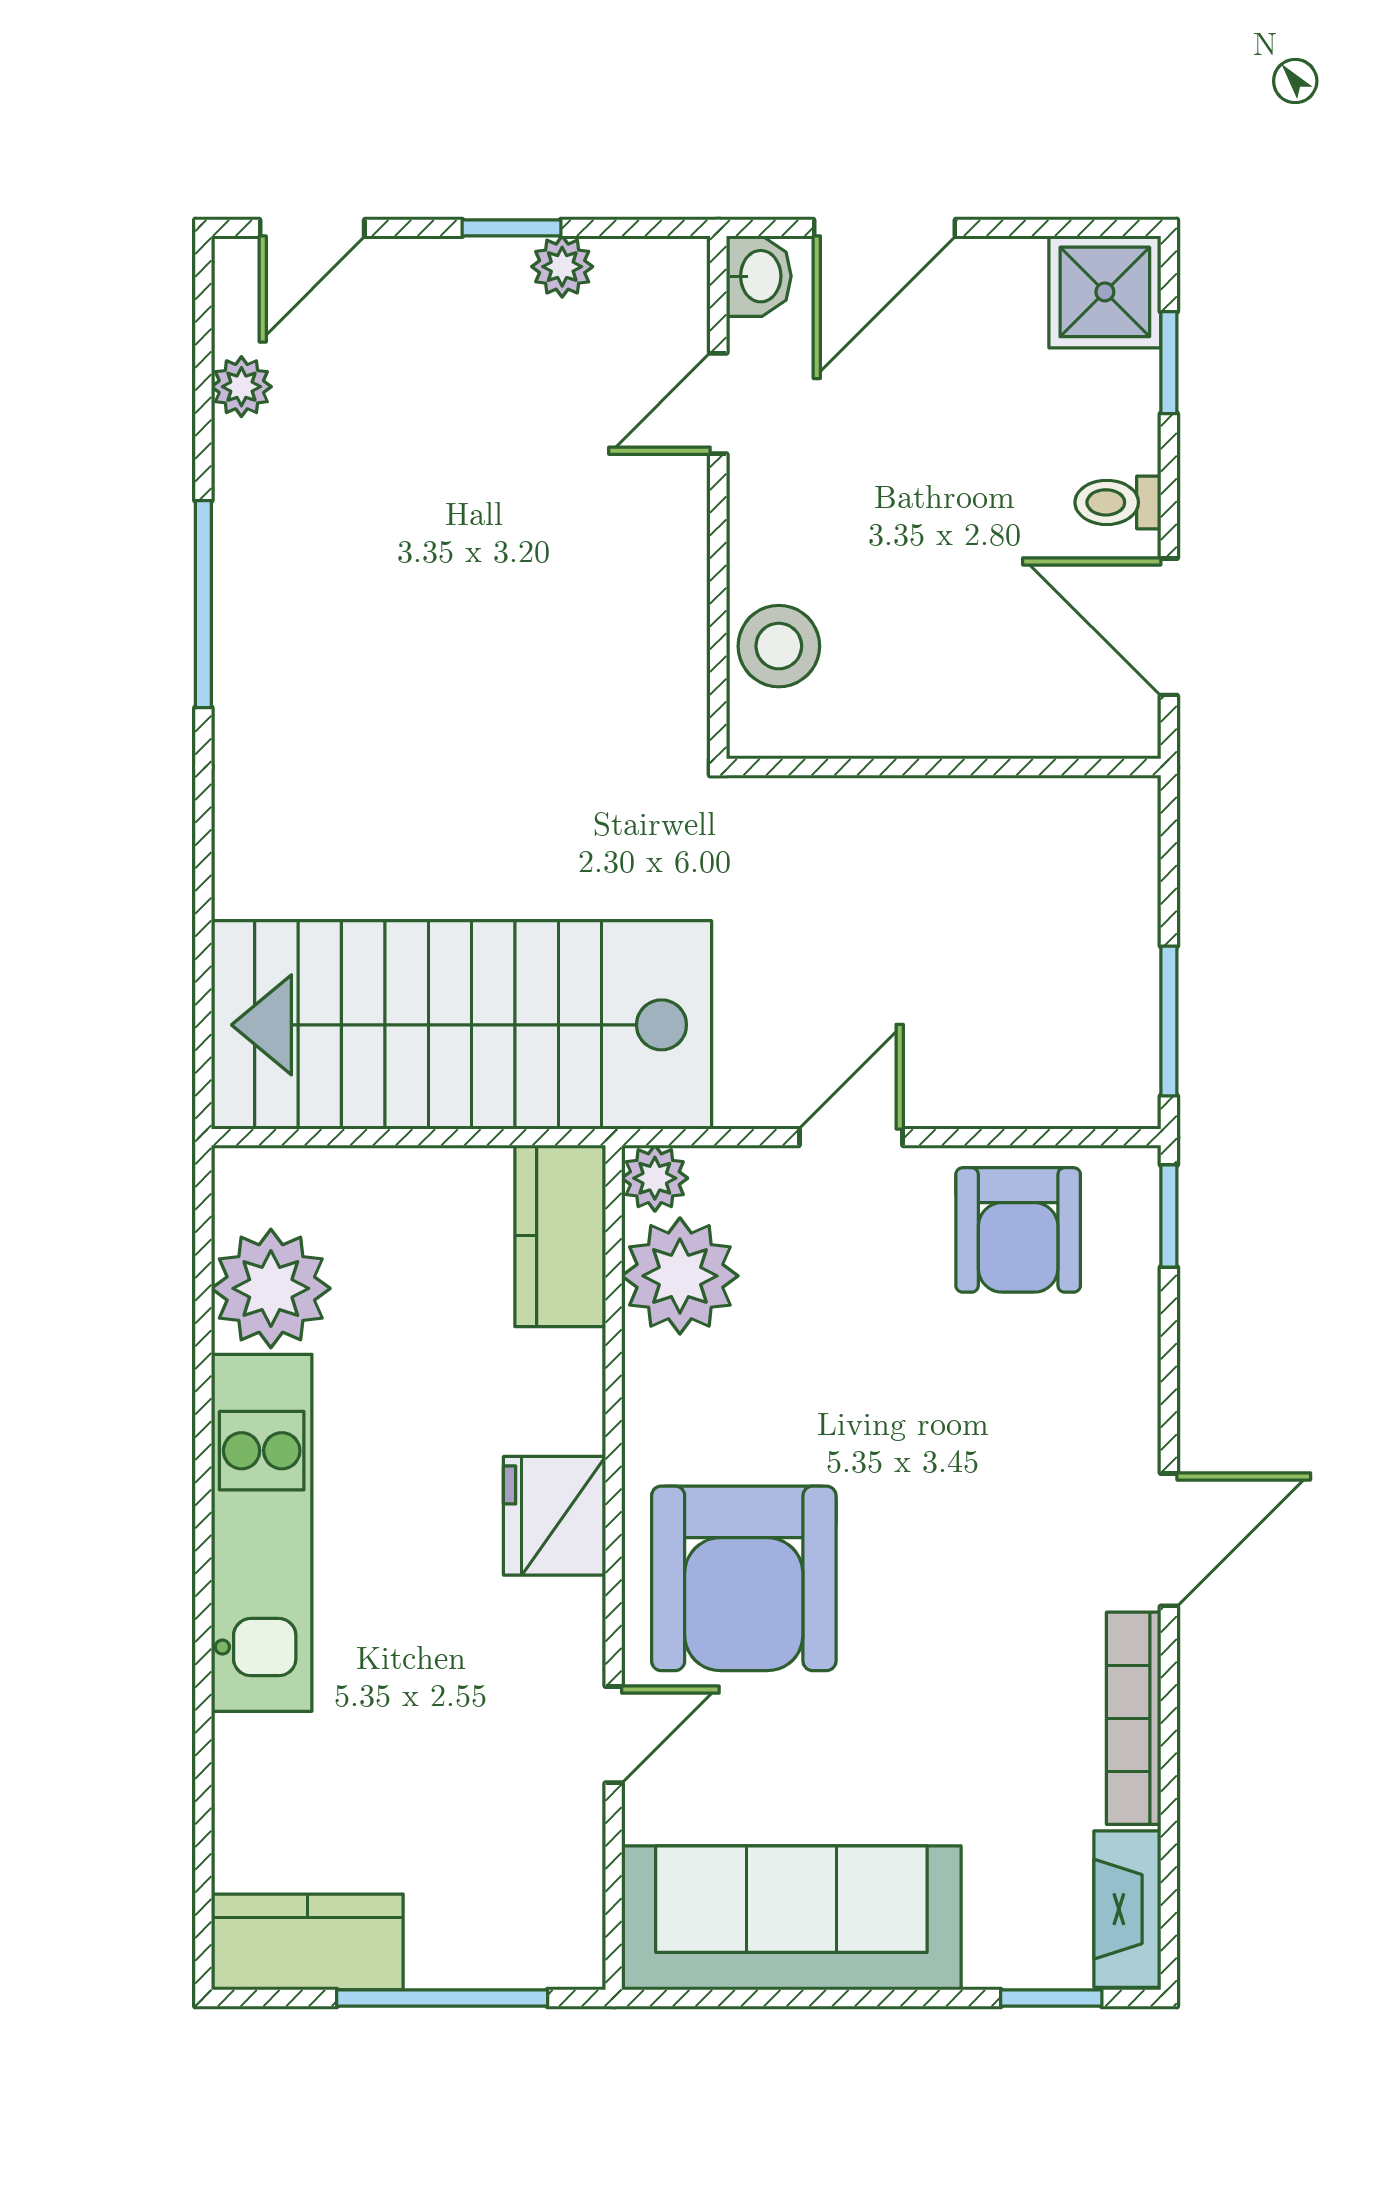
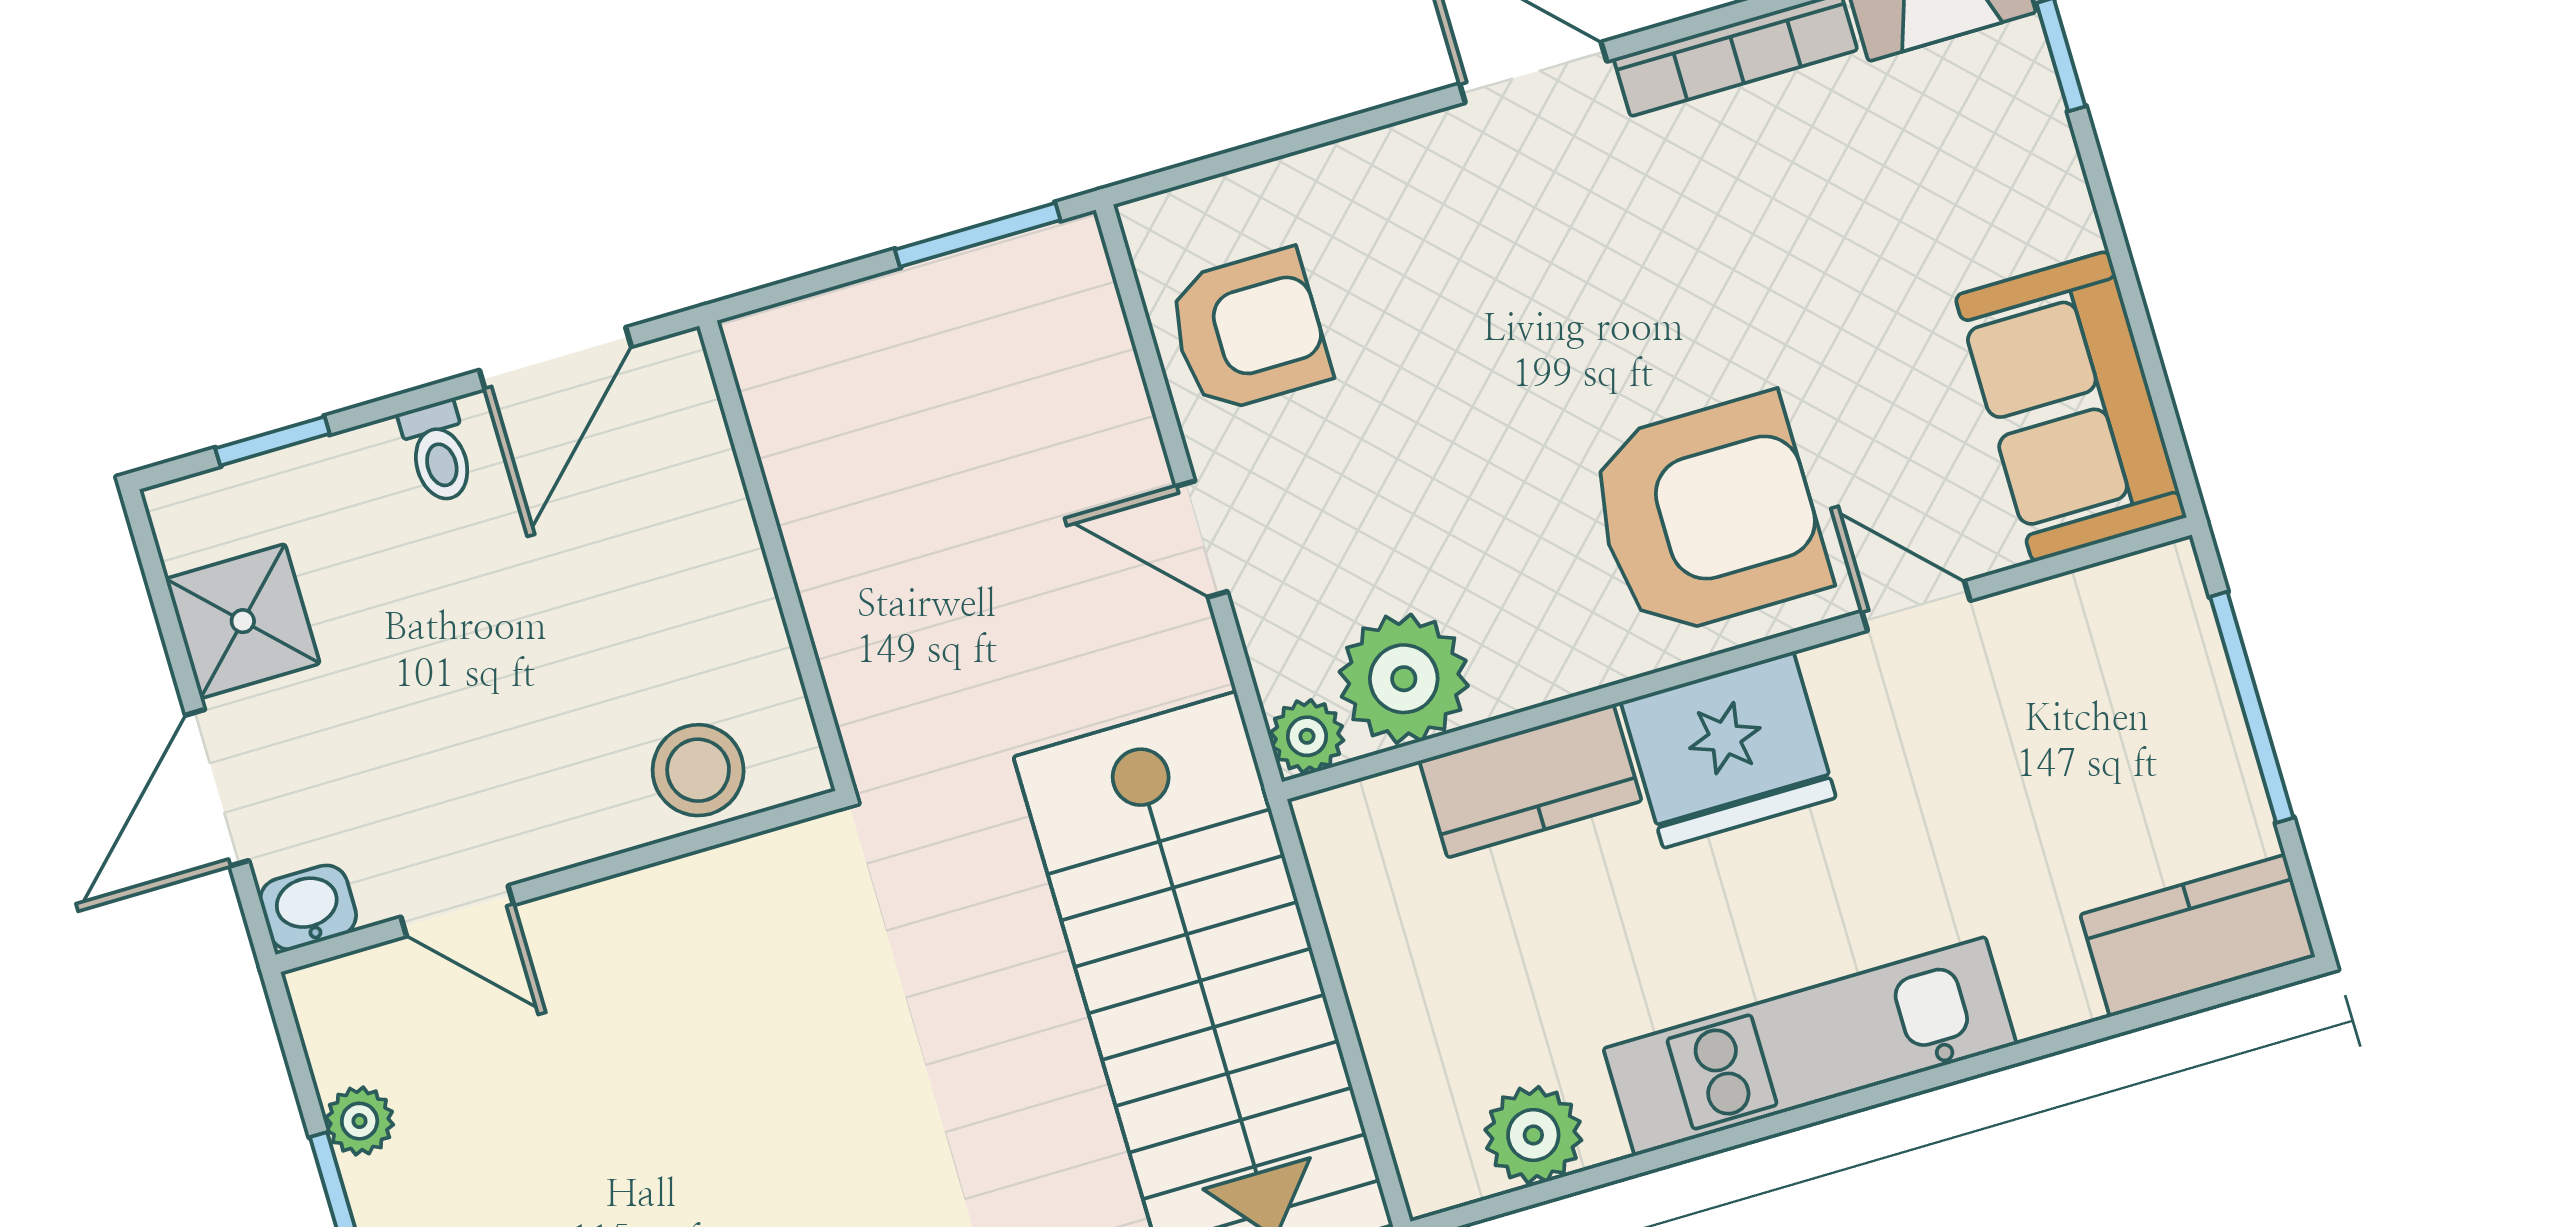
door: (885, 228) -> (217, 788), swing flipped
shower: (1105, 292) -> (243, 621), moved
window: (1169, 1216) -> (1187, 174), removed
kitchen counter: (560, 1236) -> (1530, 781), moved
plant: (271, 1288) -> (1533, 1135), width x0.73, depth x0.73
fridge: (555, 1516) -> (1728, 750), width x1.36, depth x1.34
sofa: (791, 1918) -> (2071, 406), width x0.73
kitchen counter: (307, 1942) -> (2198, 936), moved, turned 90

